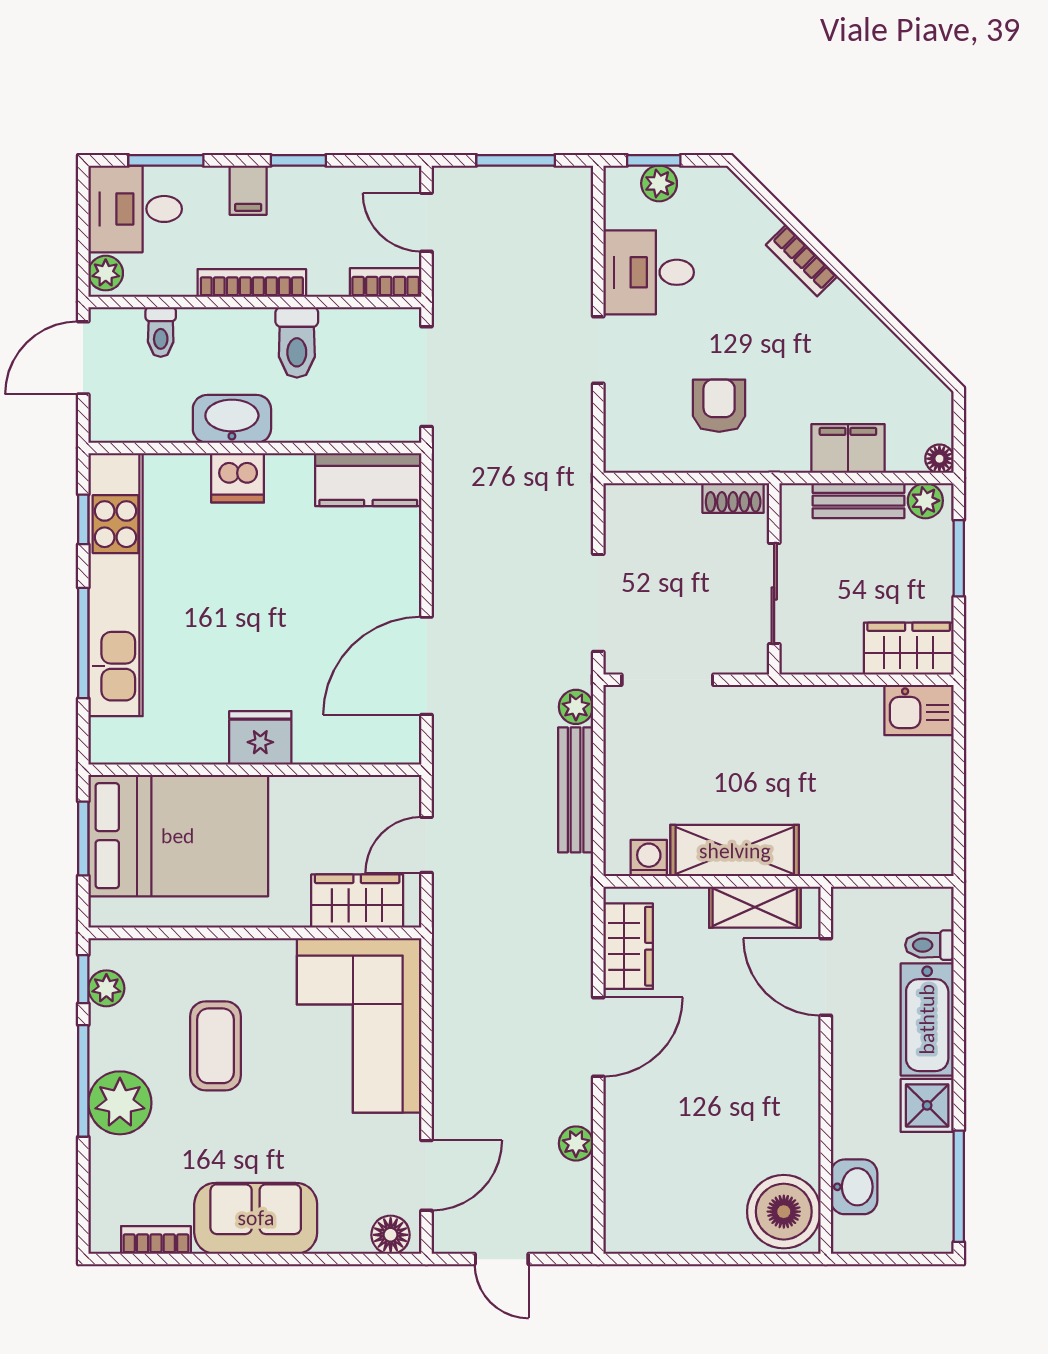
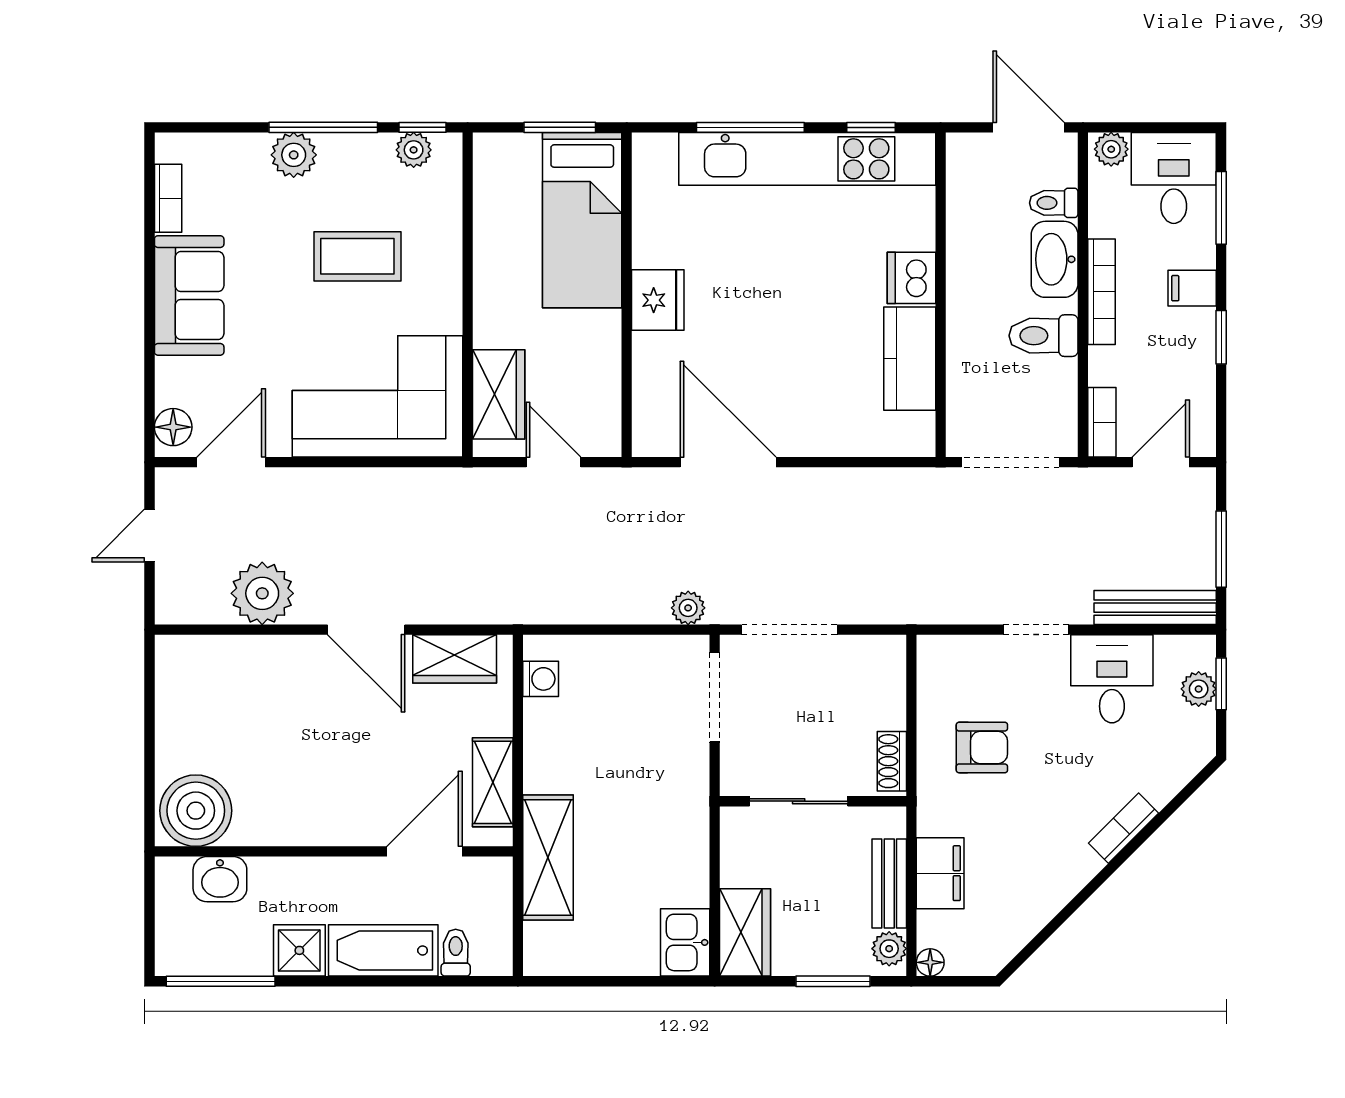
washbasin: (232, 419) -> (1055, 259), moved, turned 180
kitchen counter: (368, 480) -> (910, 359), moved
bench: (576, 790) -> (1155, 608), moved
bed: (178, 836) -> (582, 220), width x0.67
shelving: (735, 851) -> (548, 857), moved
plant: (120, 1103) -> (294, 155), width x0.73, depth x0.73
plant: (576, 1143) -> (262, 593), width x1.87, depth x1.87
door: (427, 1175) -> (231, 462), swing flipped

